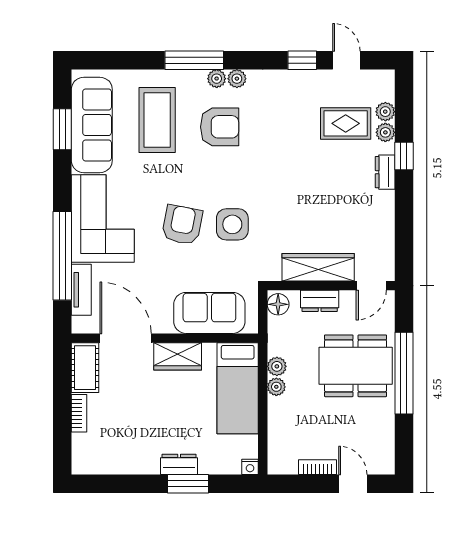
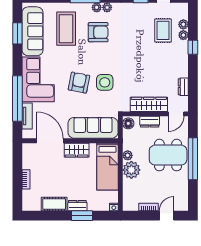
rug: (346, 123) -> (163, 30), turned 90
dresser: (385, 172) -> (183, 87), moved
sofa: (209, 313) -> (93, 128), width x1.36
cot: (85, 368) -> (54, 204), moved, turned 90
plant: (276, 387) -> (131, 170), width x1.88, depth x1.88
door: (353, 484) -> (167, 216), hinge flipped

